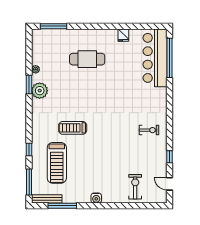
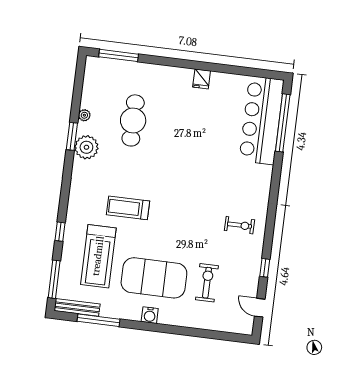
fridge: (123, 35) -> (202, 79), moved
cafe table: (87, 59) -> (133, 120), moved, turned 90
exercise mat: (96, 173) -> (154, 278), added
exercise bike: (135, 187) -> (207, 283), moved

